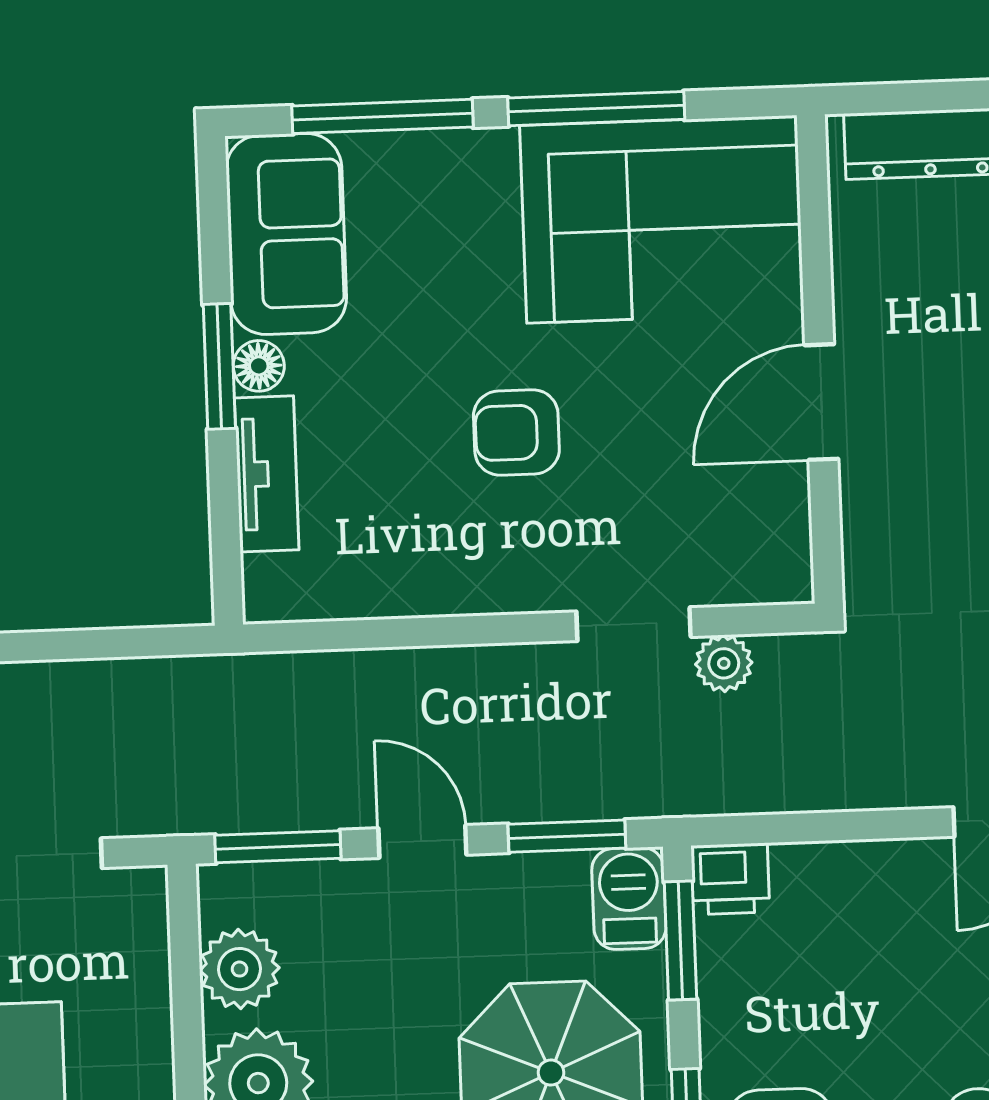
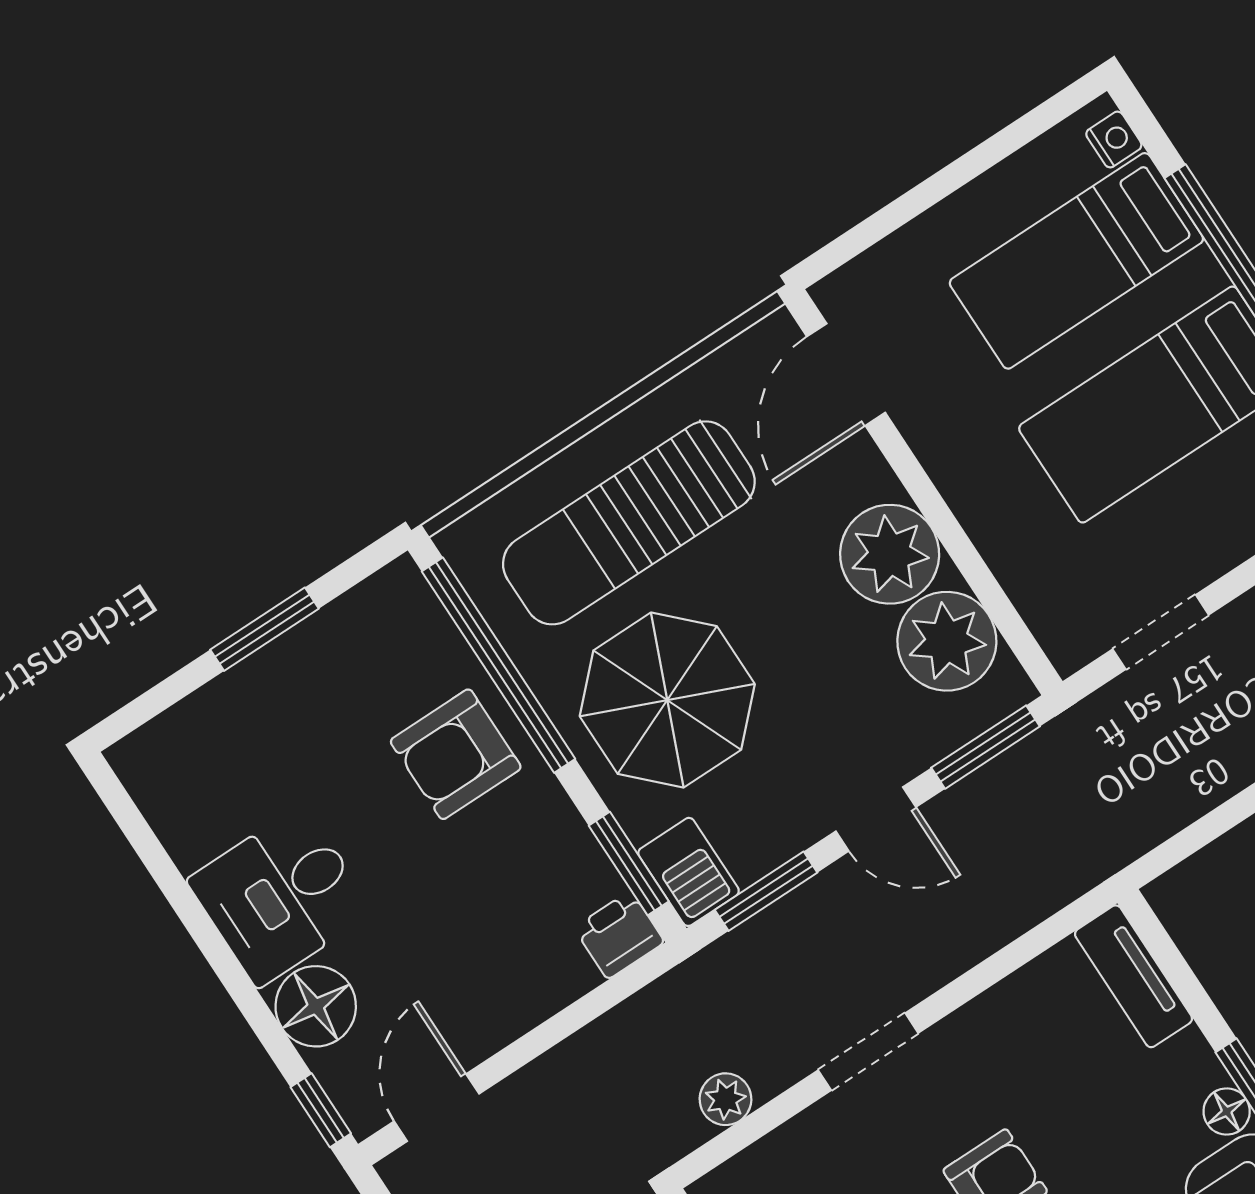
tv unit: (267, 474) -> (1133, 976), moved
doorway: (634, 624) -> (868, 1052), moved
plant: (240, 969) -> (947, 641), width x1.36, depth x1.36

